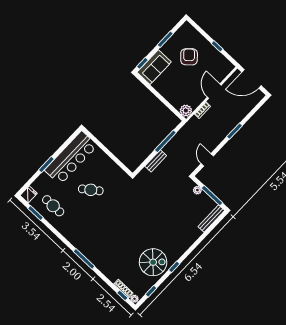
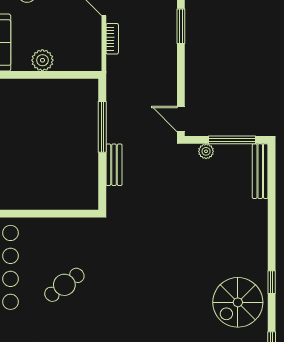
plant: (186, 111) -> (42, 60), moved
door: (207, 160) -> (181, 119), moved
spiral stairs: (153, 262) -> (238, 302), turned 180

